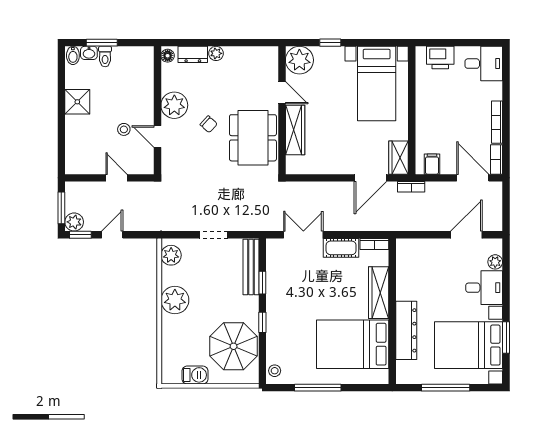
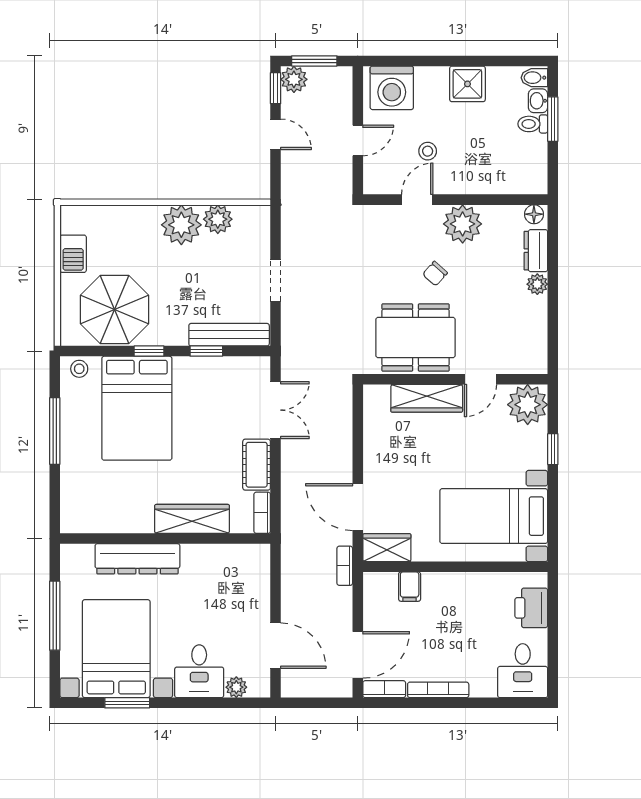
washing machine: (80, 154) -> (392, 88), added
filing cabinet: (432, 164) -> (410, 587), moved, turned 90
plant: (171, 255) -> (218, 219), moved
bed: (353, 344) -> (137, 408), moved, turned 180

